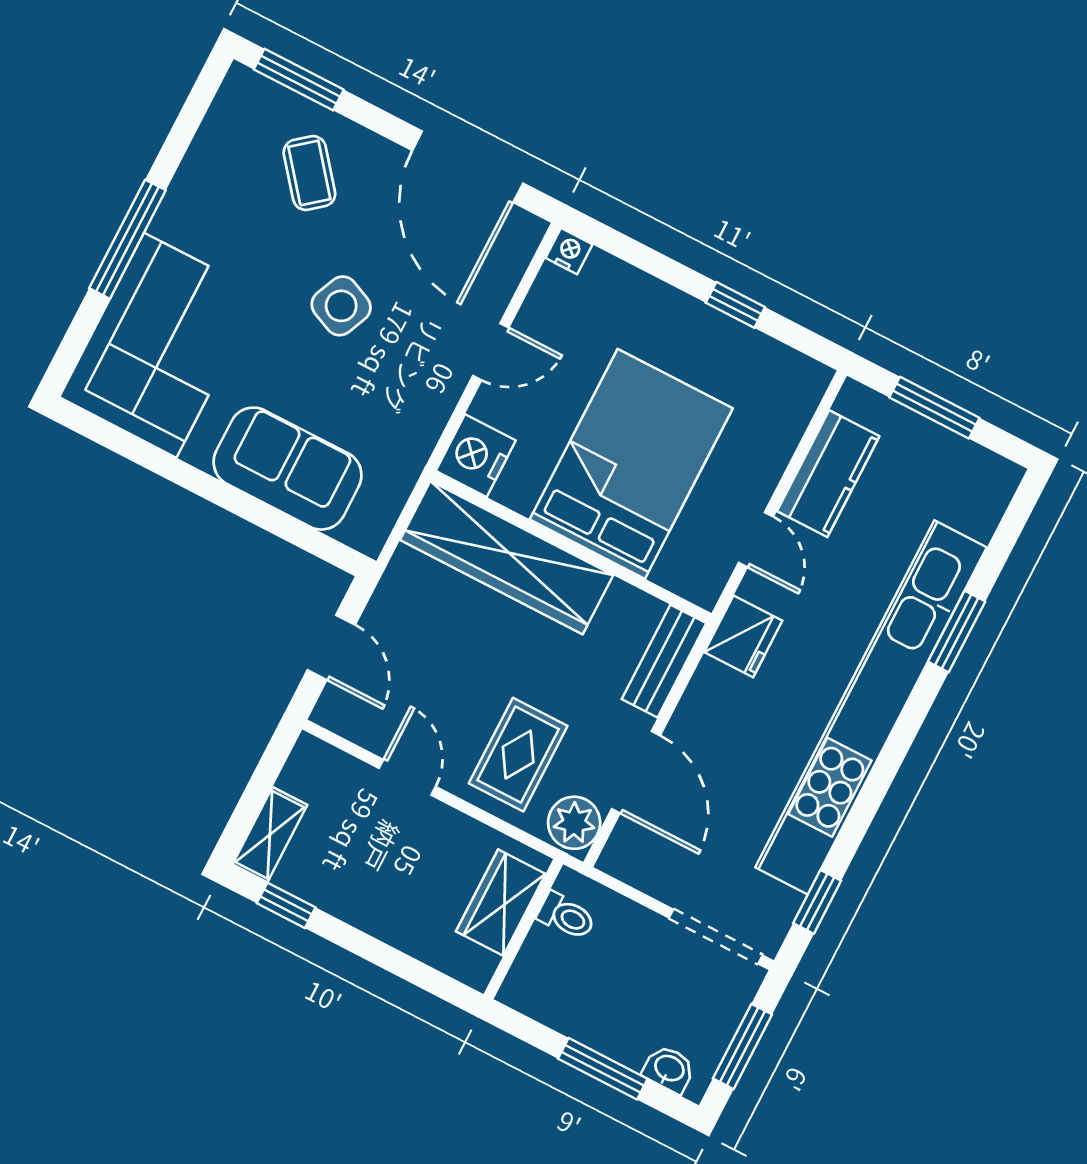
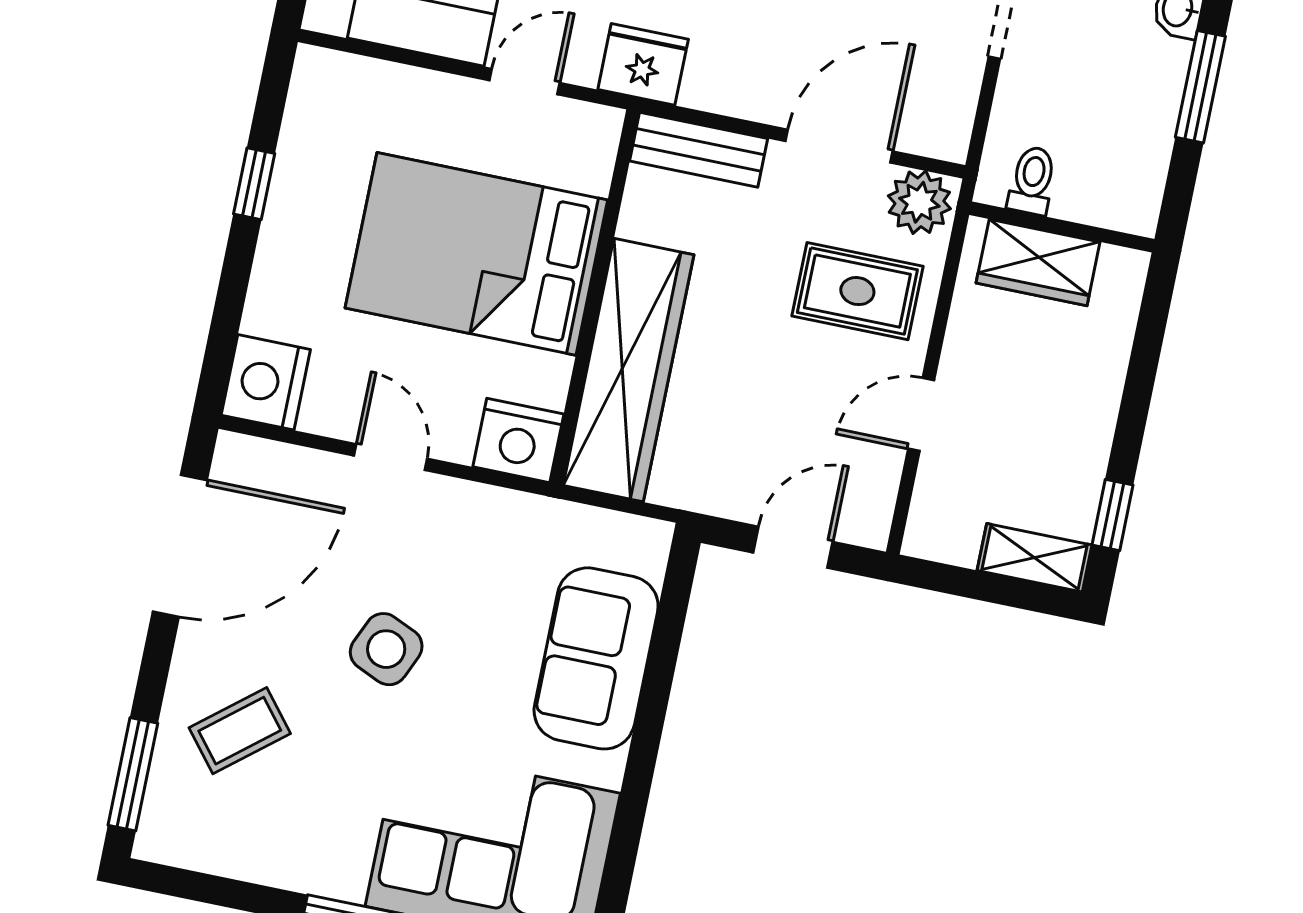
nightstand: (569, 251) -> (266, 382), width x1.89, depth x1.79

